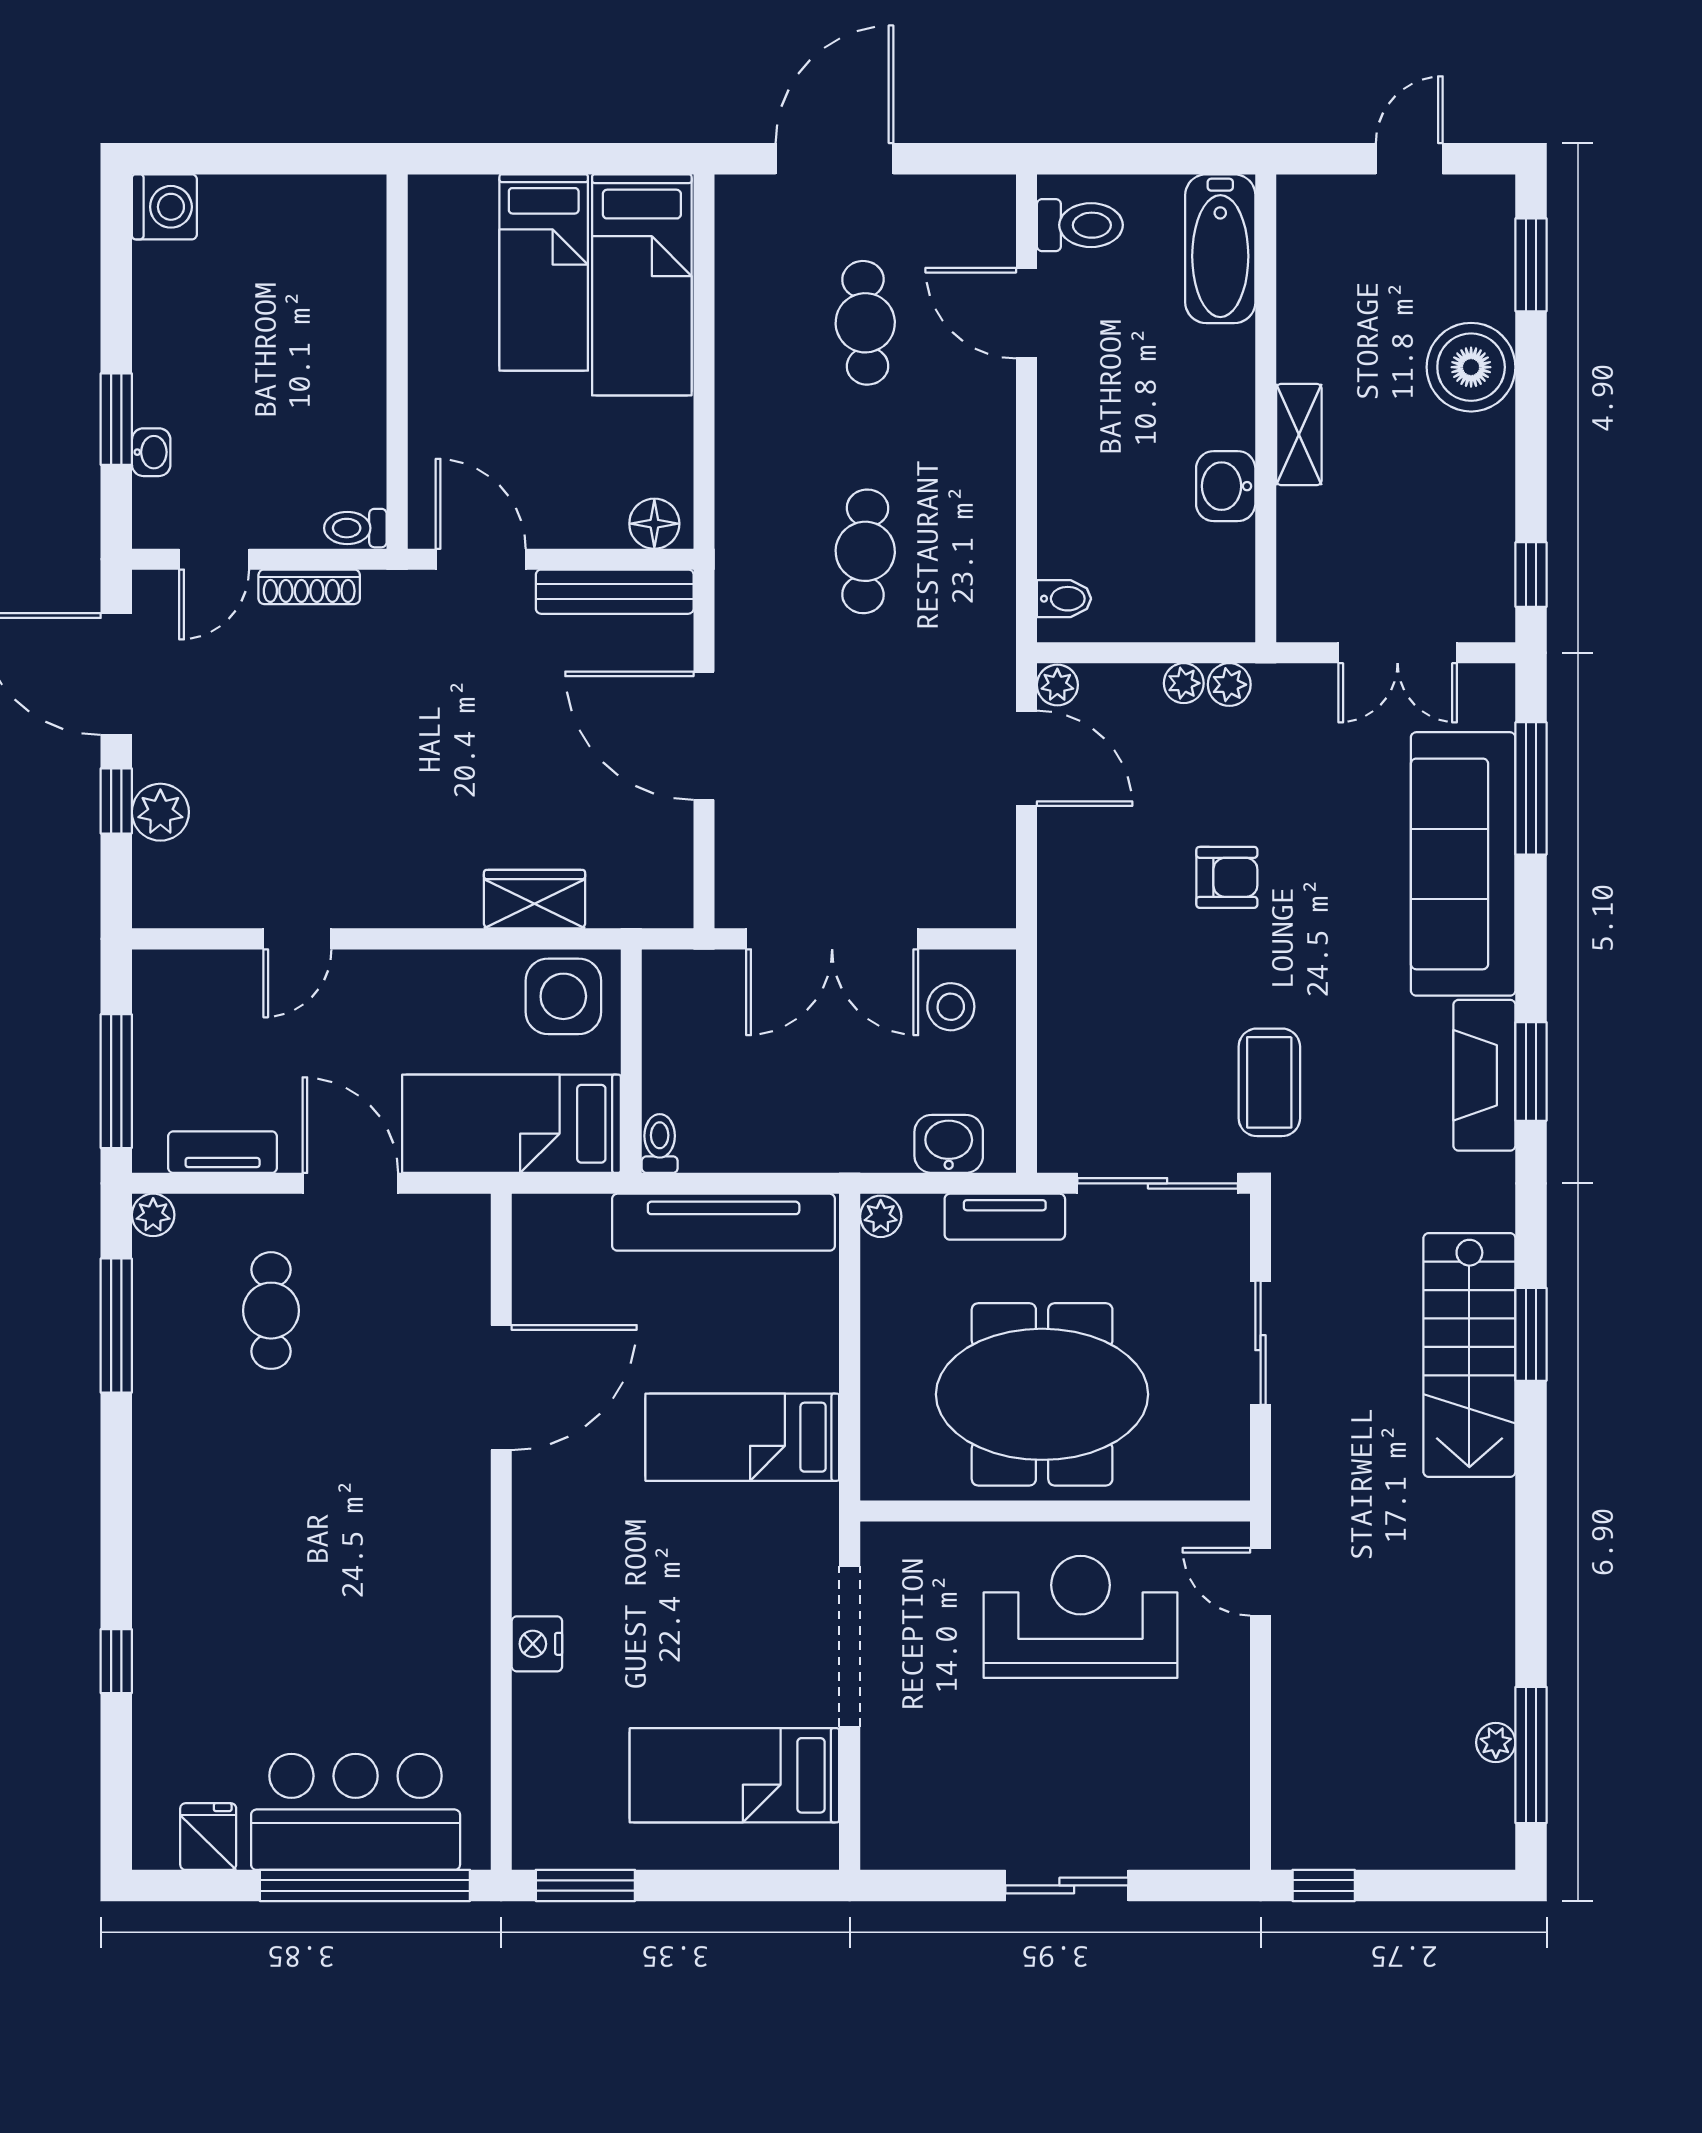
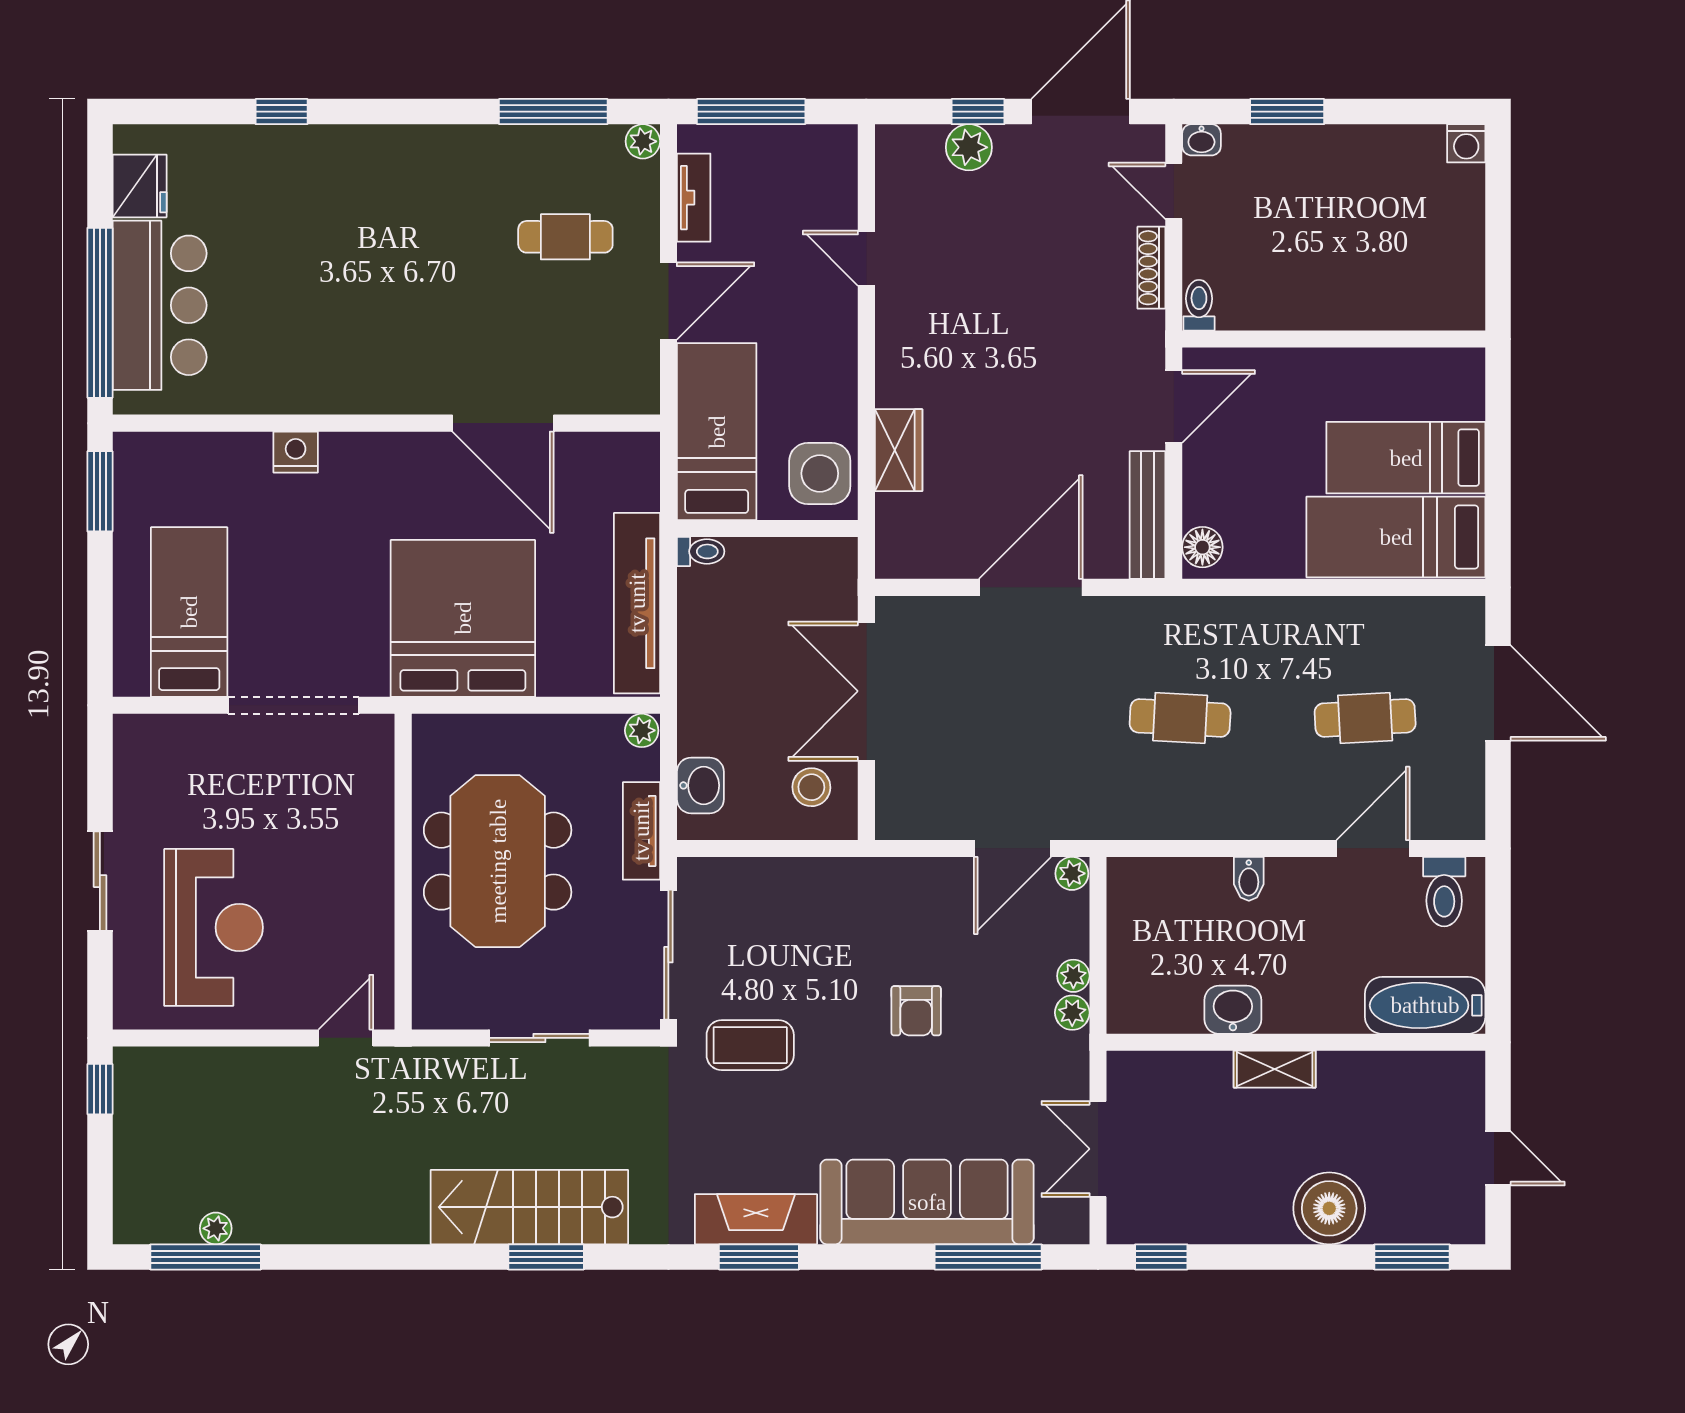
washing machine: (164, 207) -> (1466, 143), width x0.73, depth x0.73
washbasin: (151, 452) -> (1201, 140), moved
bidet: (1064, 599) -> (1249, 879), moved
bed: (742, 1437) -> (463, 618), width x2.04
reception desk: (1081, 1617) -> (214, 927), moved
fridge: (208, 1837) -> (140, 186), width x1.38

